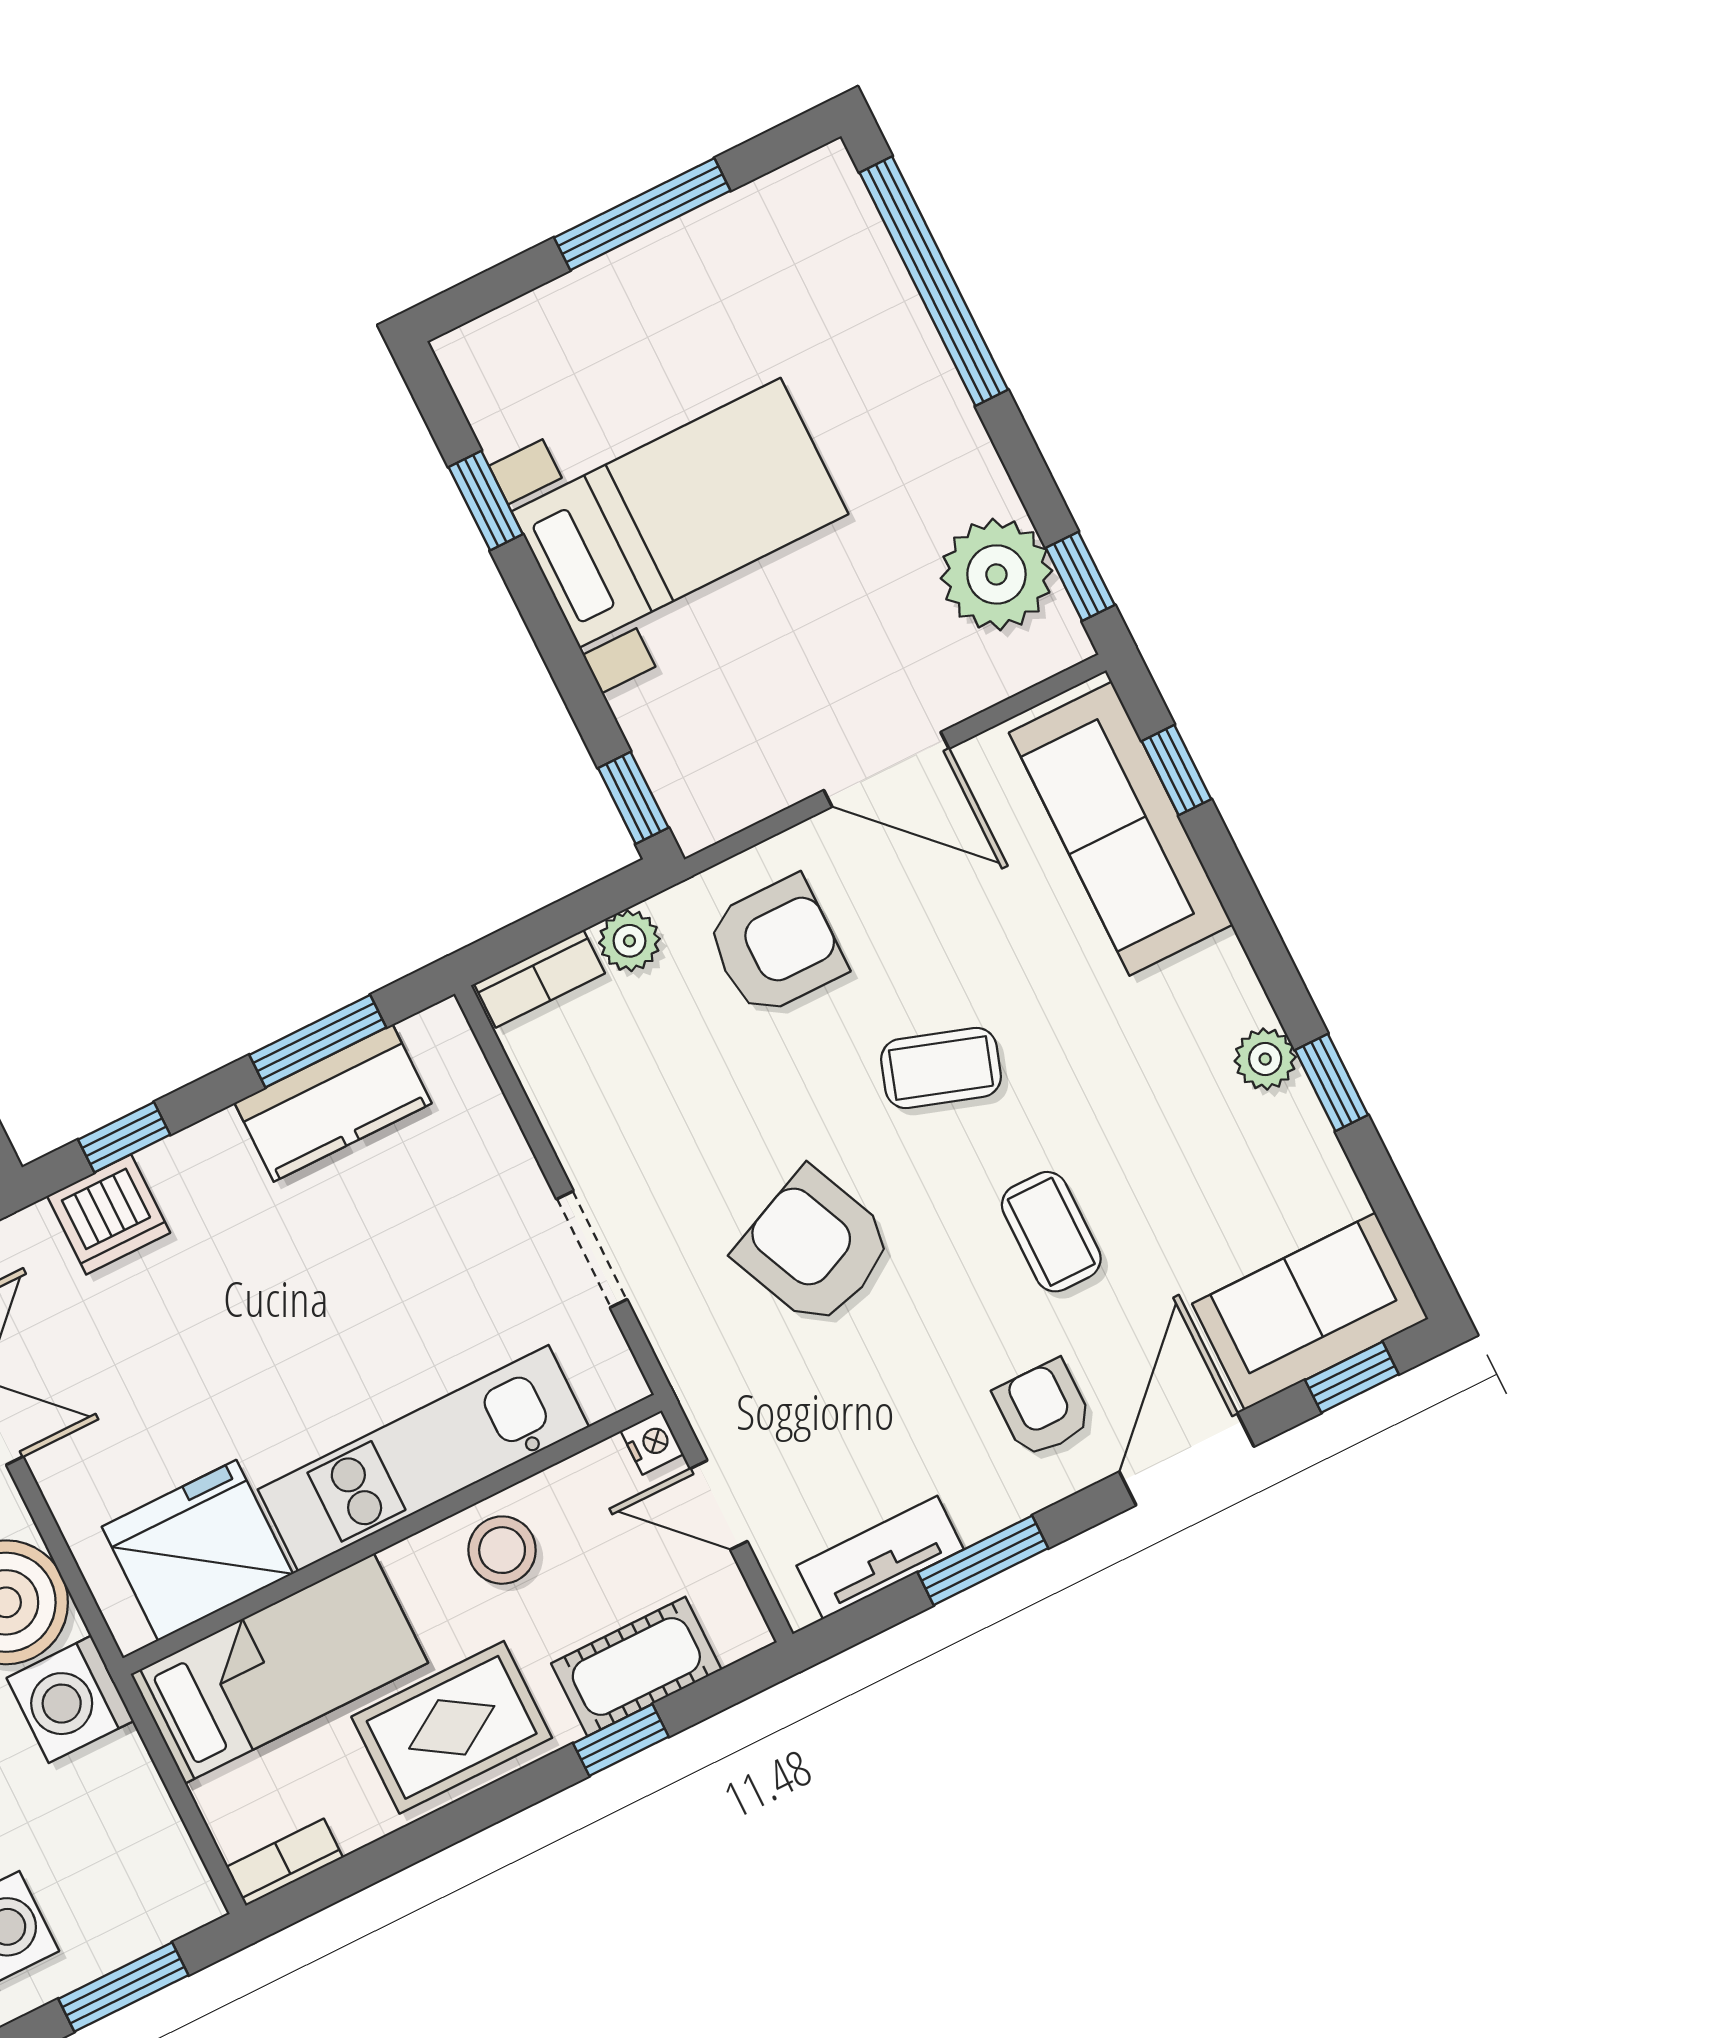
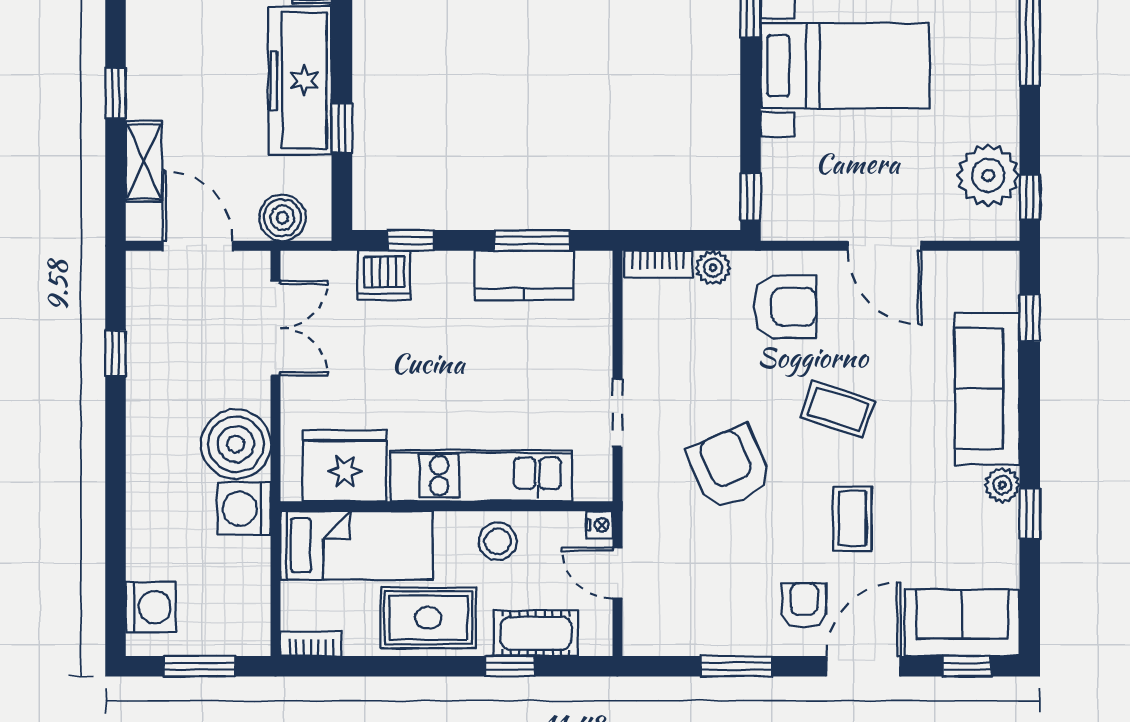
sofa: (1121, 829) -> (987, 389), moved
tv unit: (880, 1557) -> (685, 639), removed

